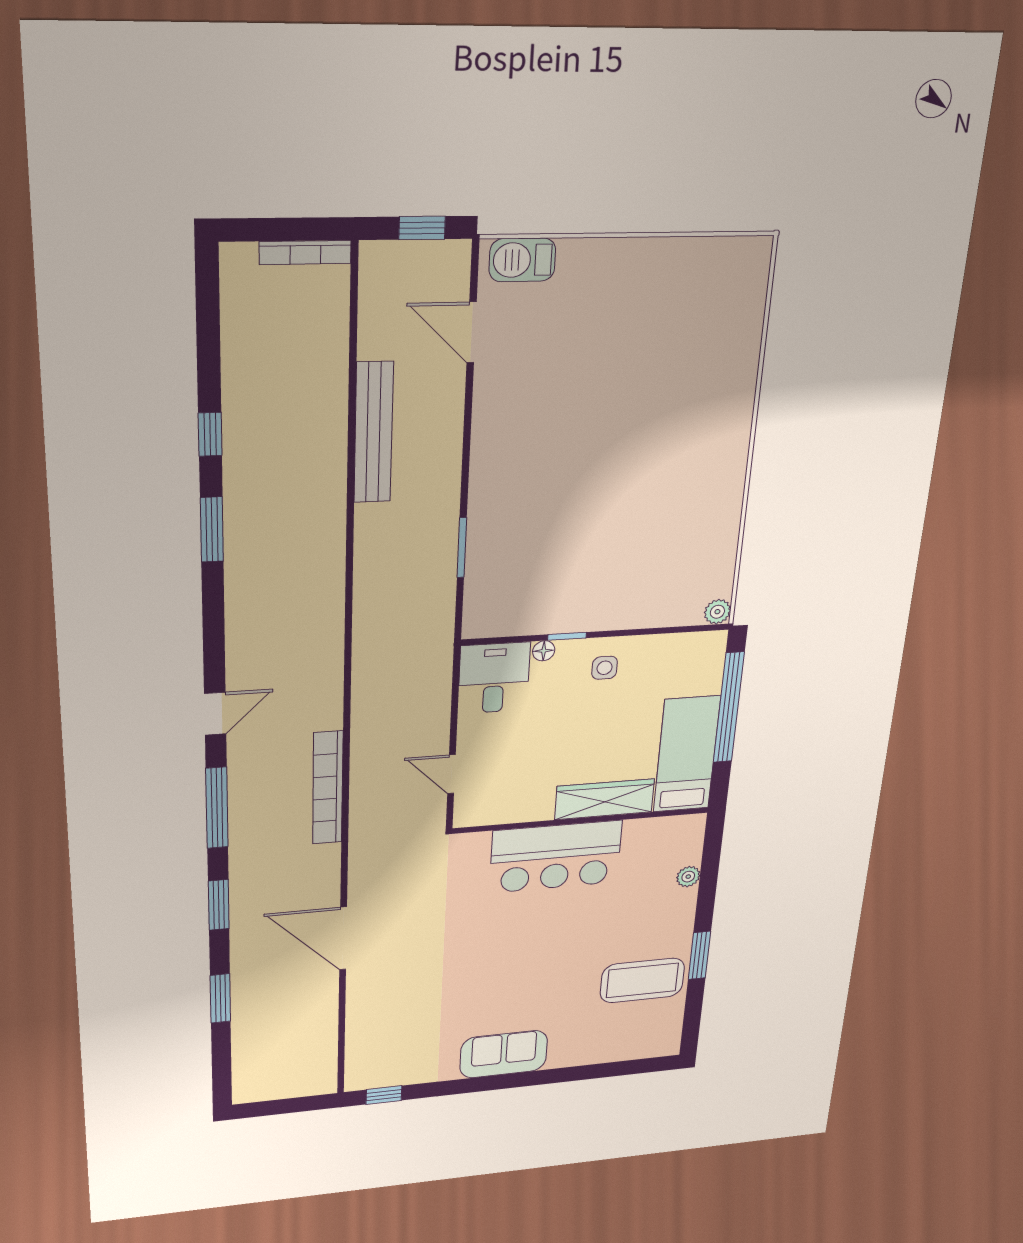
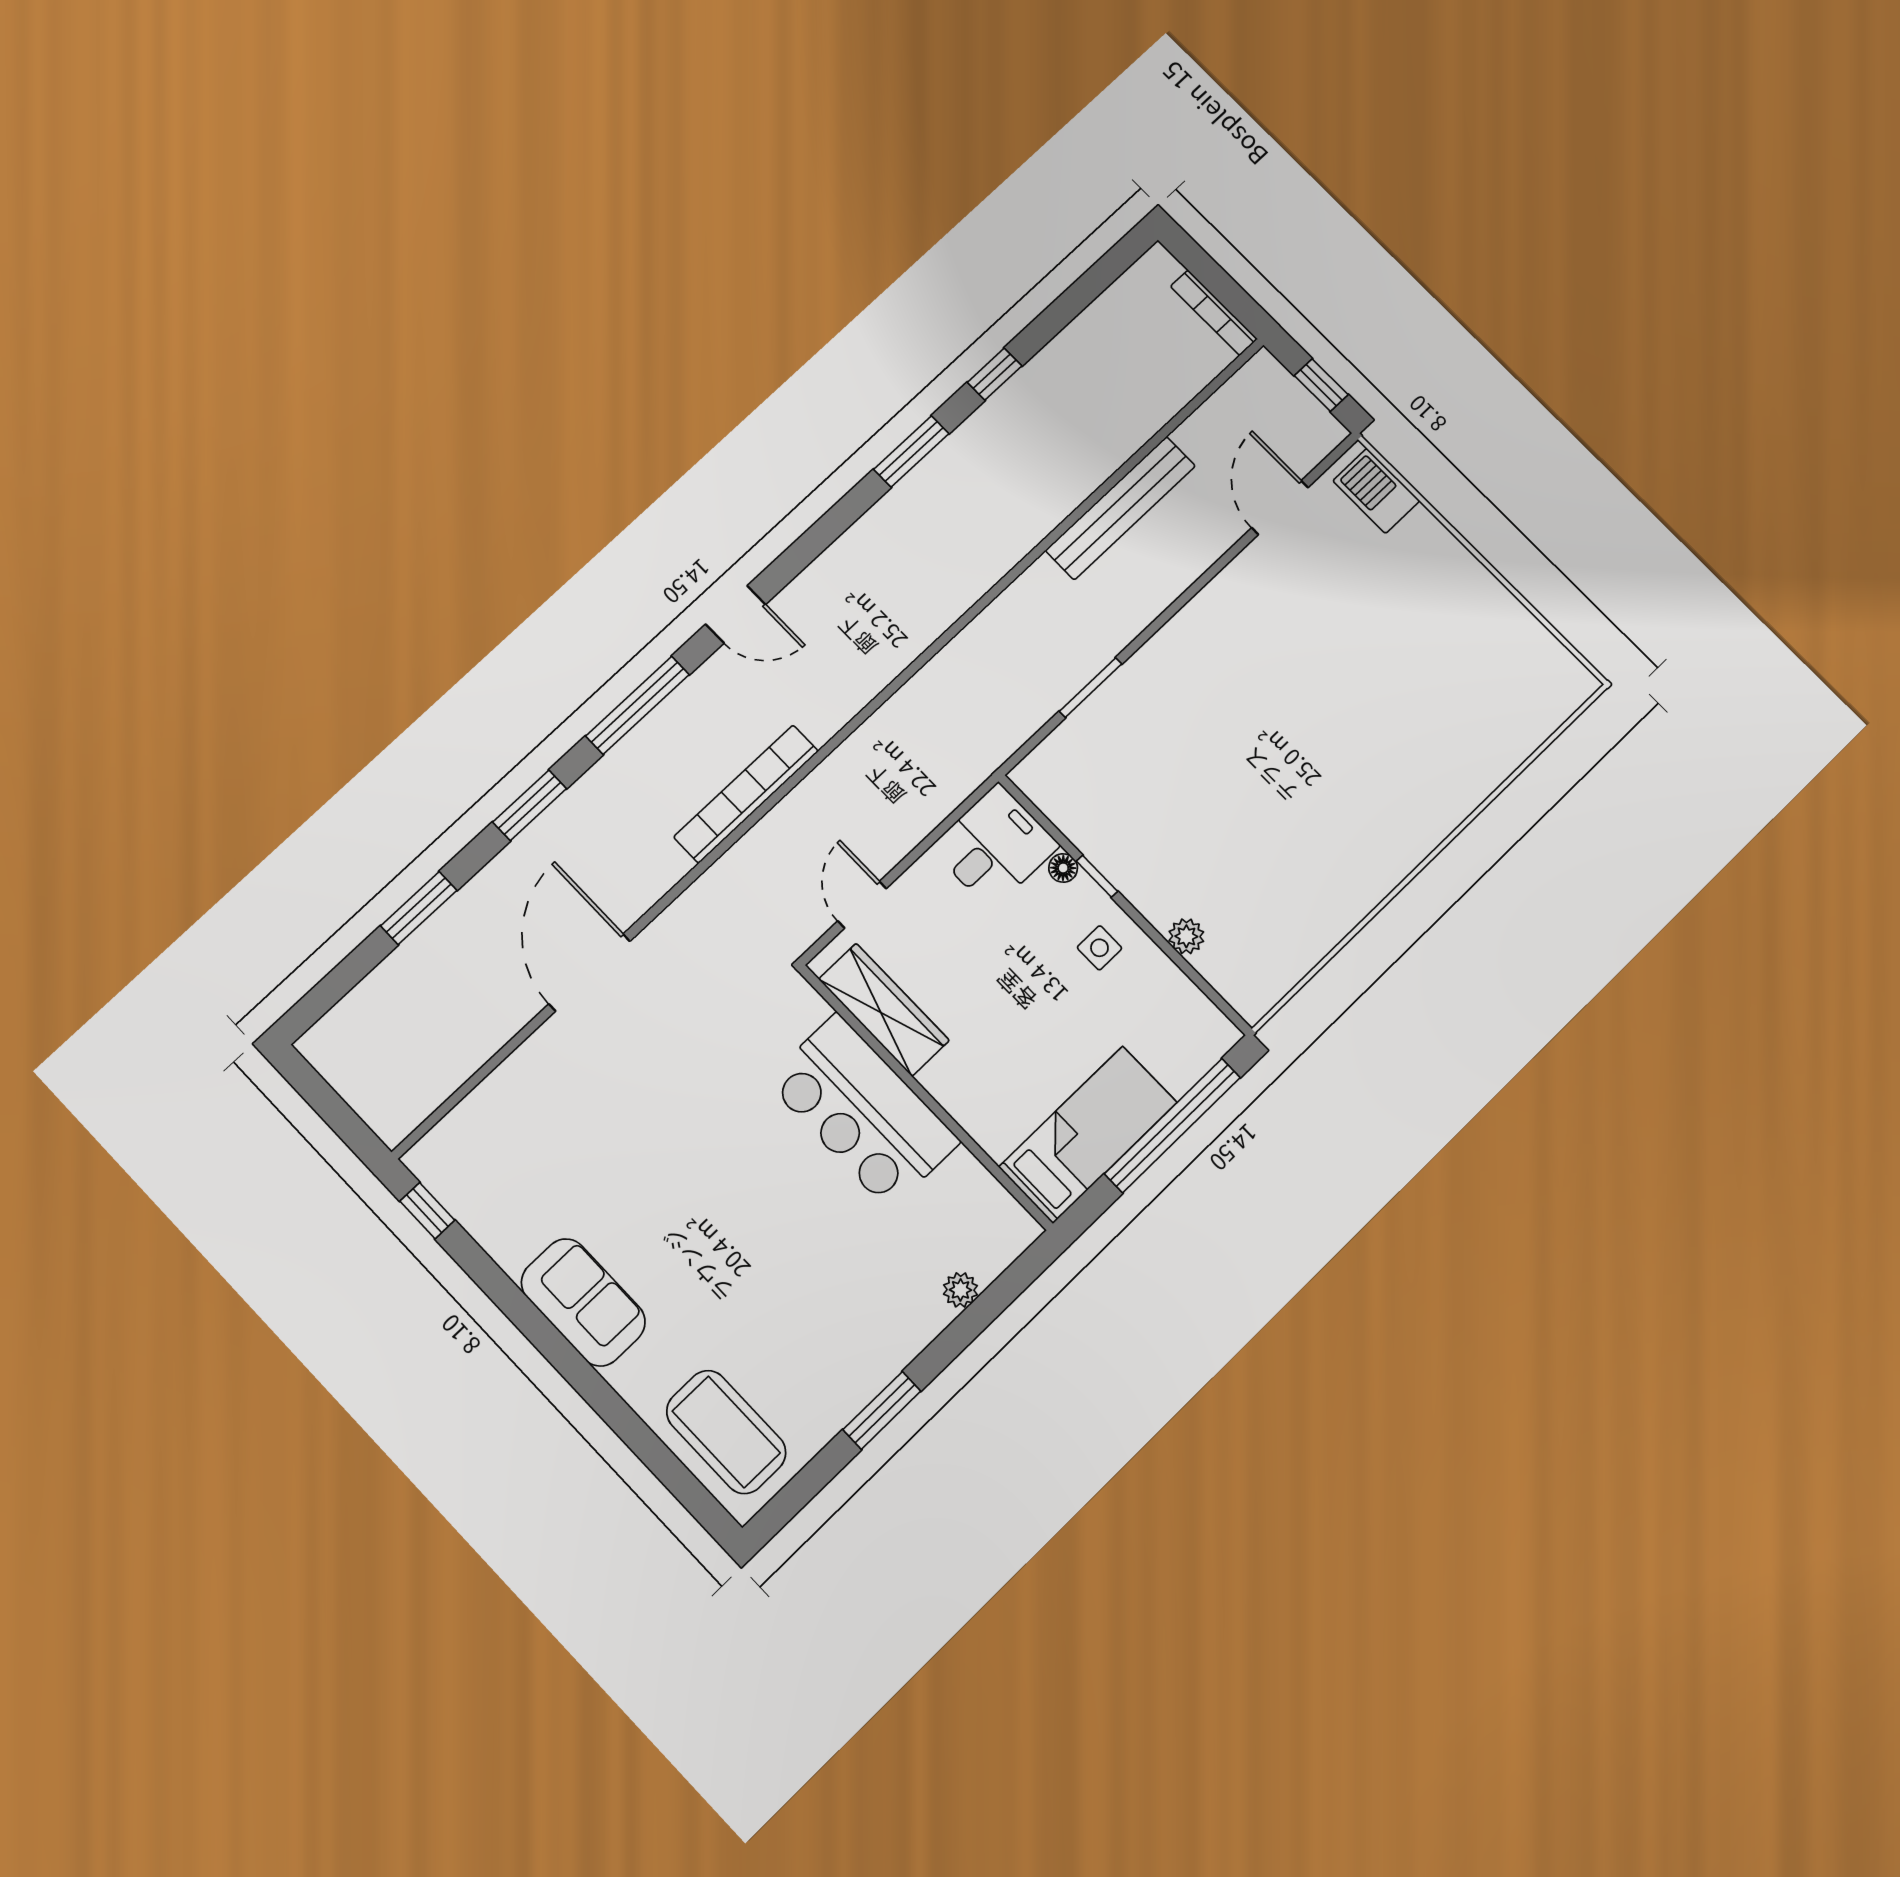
plant: (717, 612) -> (1186, 936), moved
wardrobe: (605, 799) -> (884, 1010), moved
coffee table: (642, 980) -> (726, 1432), moved

